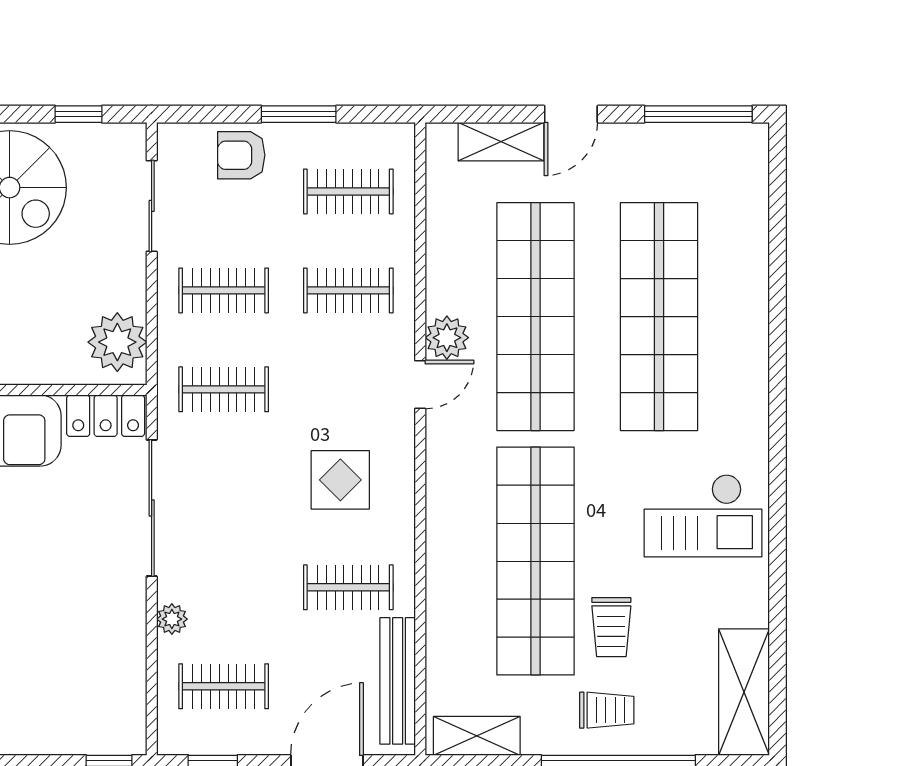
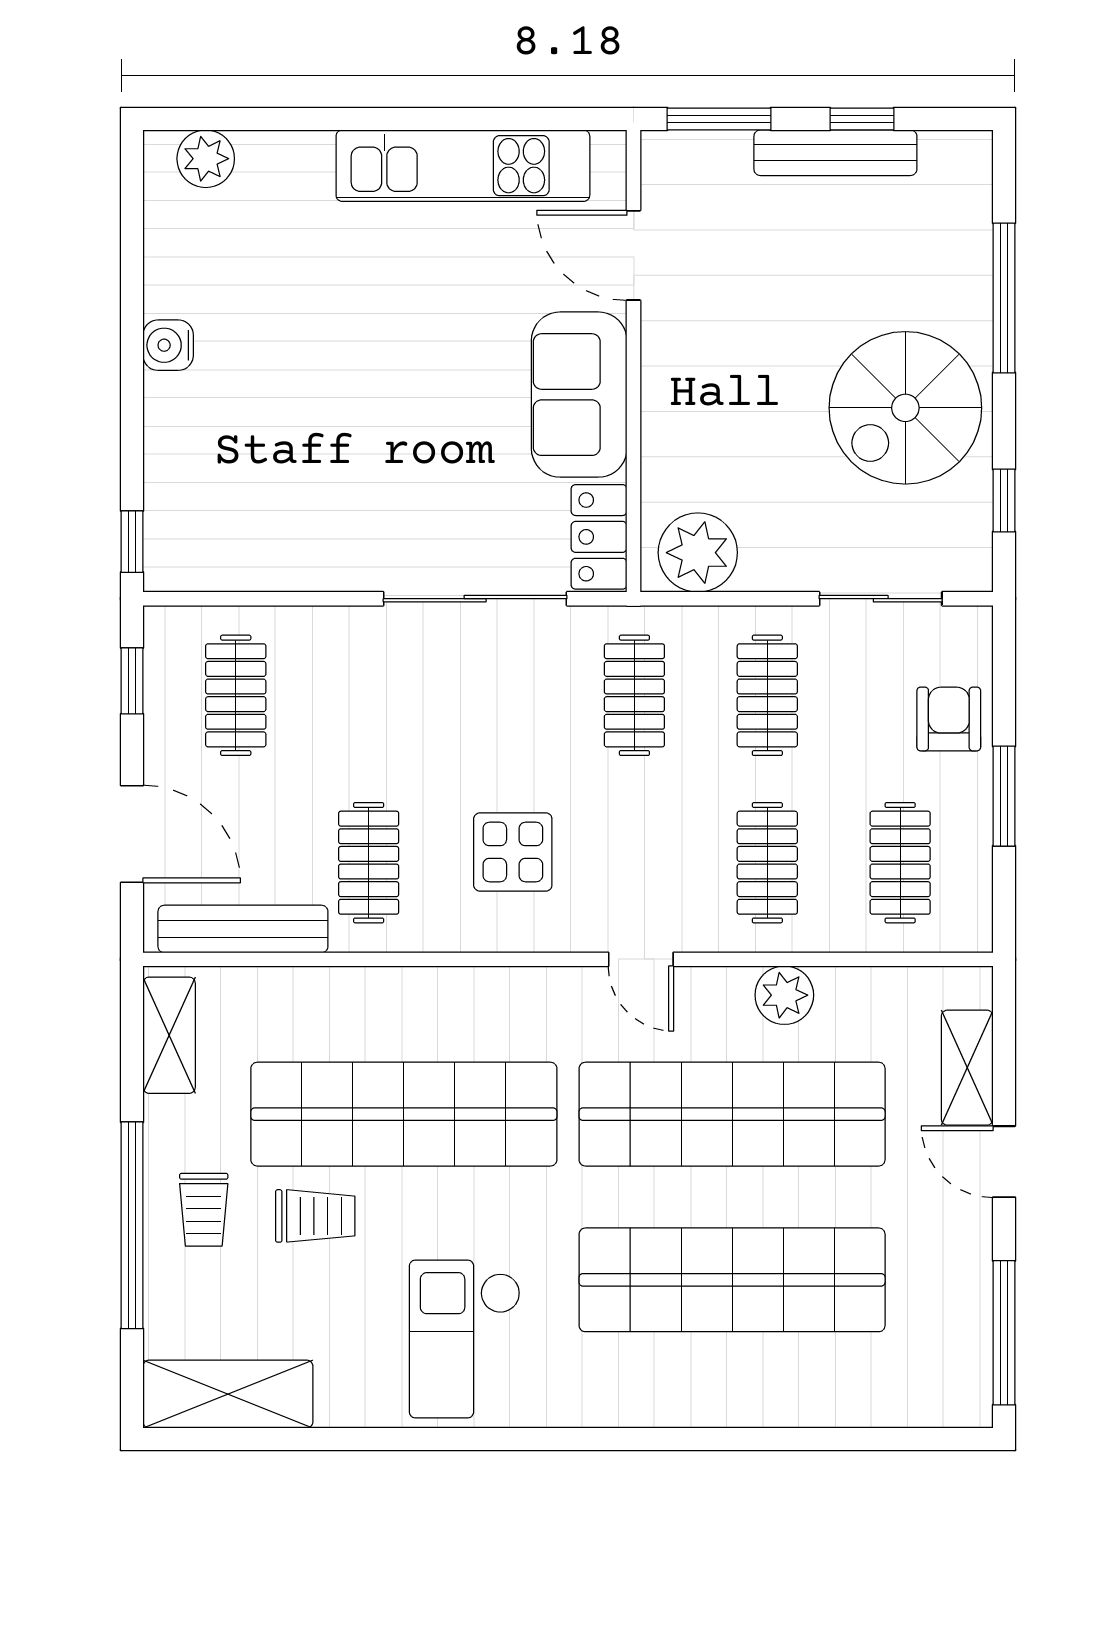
plant: (447, 338) -> (784, 995), moved
plant: (172, 619) -> (326, 626), removed
trolley: (611, 627) -> (315, 1216), turned 180

